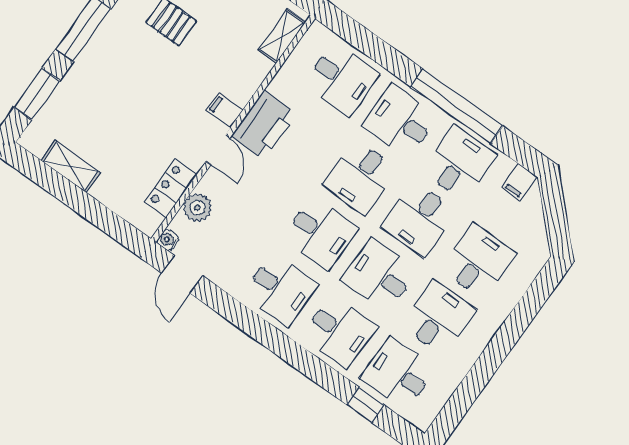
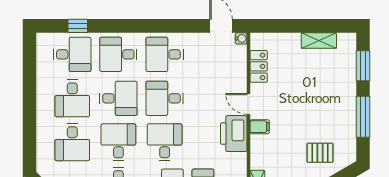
plant: (197, 208) -> (238, 66), removed

